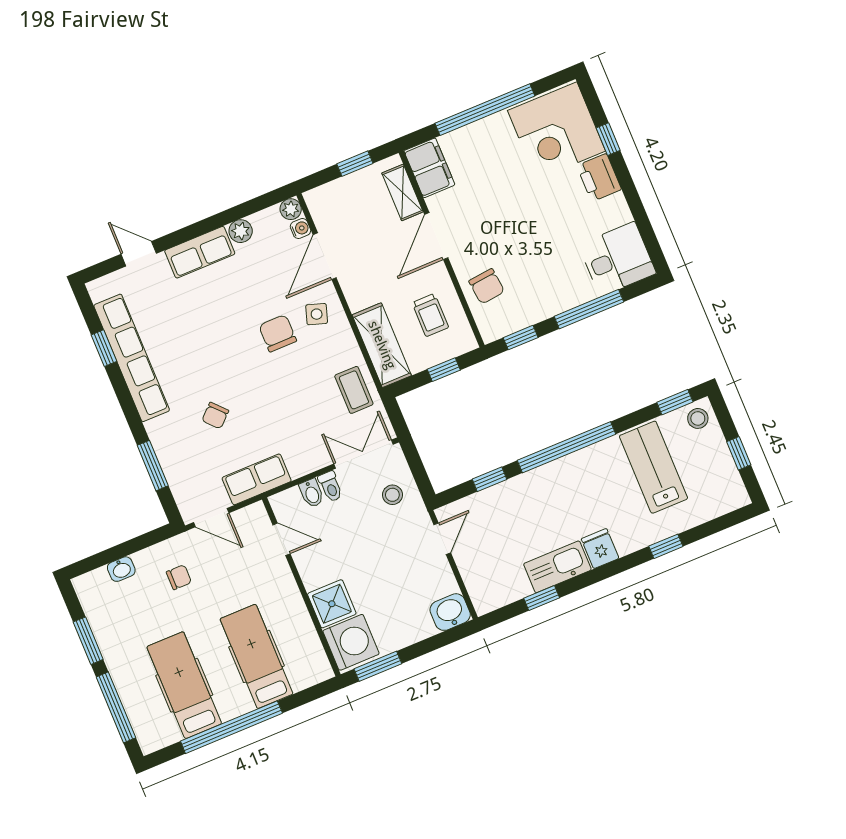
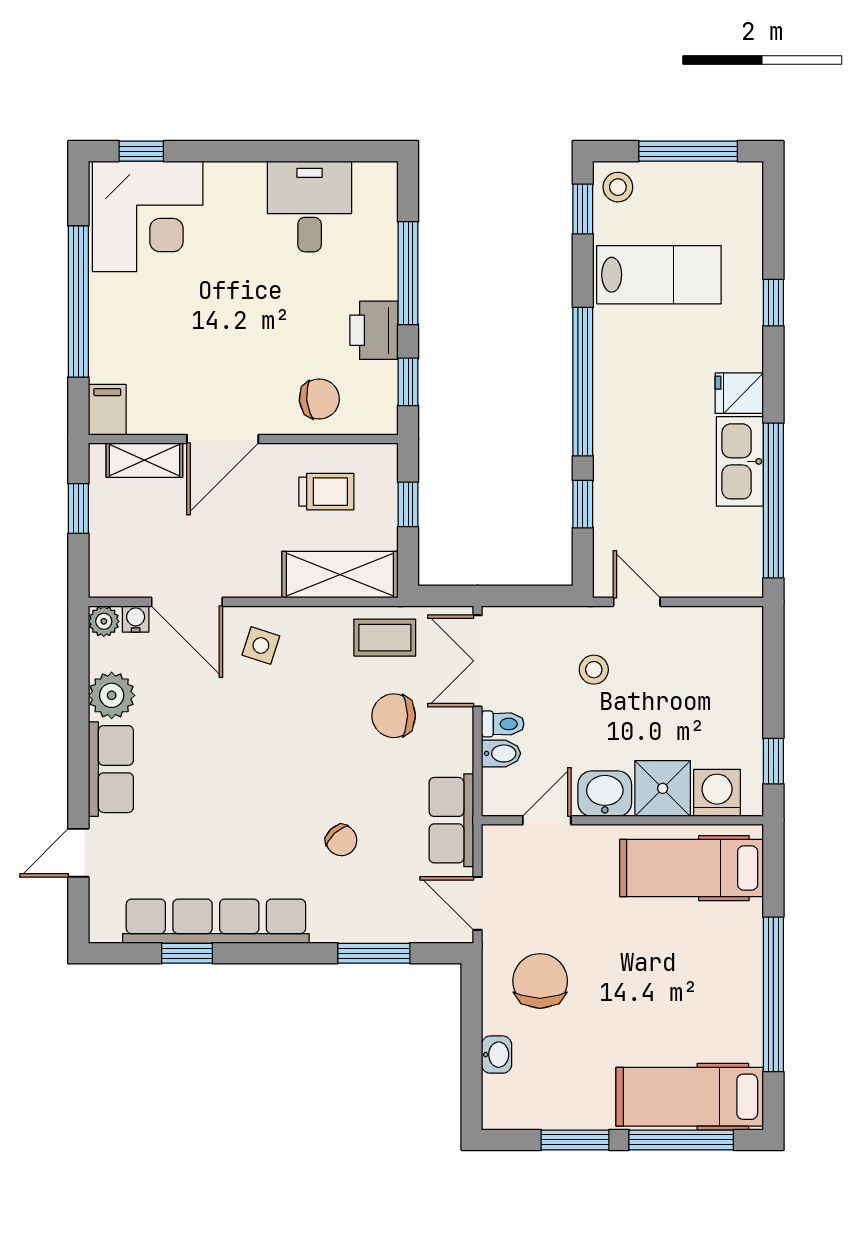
window: (608, 139) -> (141, 151), moved
filing cabinet: (429, 168) -> (107, 410), width x0.50
printer: (599, 178) -> (374, 330), moved, turned 90
plant: (241, 231) -> (112, 695), width x1.38, depth x1.38
door: (436, 236) -> (223, 439), hinge flipped
desk: (617, 259) -> (310, 206), moved
chair: (278, 333) -> (394, 716), moved
window: (739, 453) -> (688, 151), width x2.17
lab bench: (654, 467) -> (659, 275), turned 180
stool: (392, 495) -> (594, 670), moved
door: (211, 518) -> (478, 903), swing flipped
chair: (179, 577) -> (540, 981), width x1.87, depth x1.87
window: (542, 598) -> (773, 501), width x3.17
washbasin: (450, 612) -> (605, 794), moved, turned 90
washing machine: (351, 642) -> (717, 793), width x0.73, depth x0.73
hospital bed: (257, 656) -> (691, 868), moved
window: (378, 666) -> (773, 761), width x0.67
hospital bed: (184, 685) -> (690, 1097), moved

